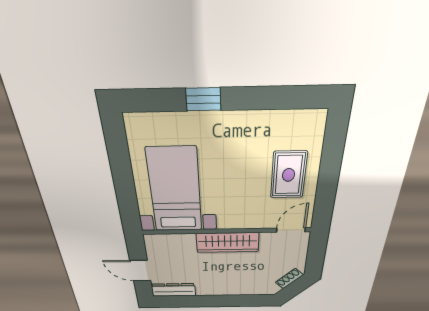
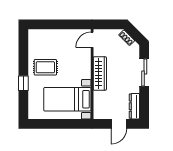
rug: (289, 175) -> (45, 67), moved
door: (291, 230) -> (92, 40), hinge flipped
sliding door: (230, 301) -> (144, 73), added

